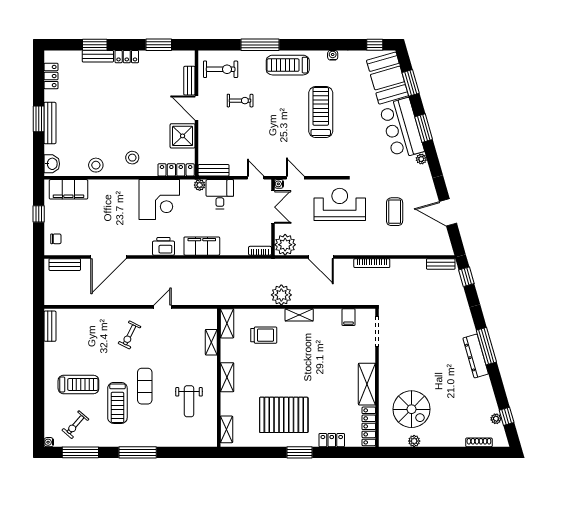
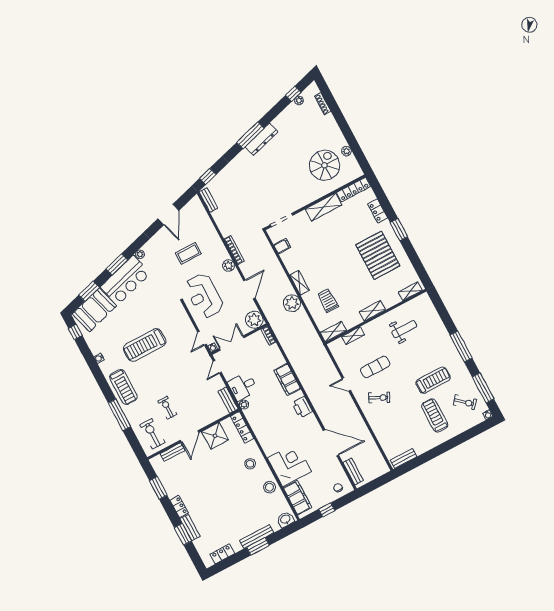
corner desk: (159, 200) -> (289, 465), moved
plant: (358, 248) -> (229, 265), added
exercise mat: (145, 386) -> (375, 367), moved

